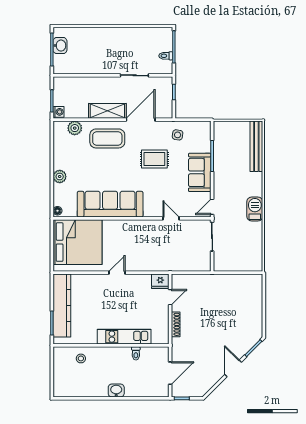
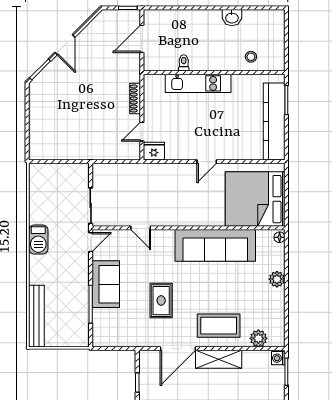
side table: (178, 135) -> (133, 330), removed
rug: (154, 159) -> (161, 301), turned 90
washbasin: (116, 390) -> (232, 18), moved

